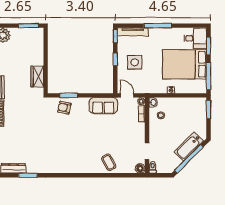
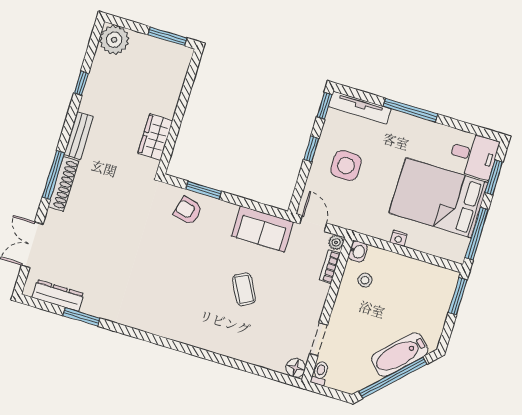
coffee table: (109, 162) -> (244, 289), moved

